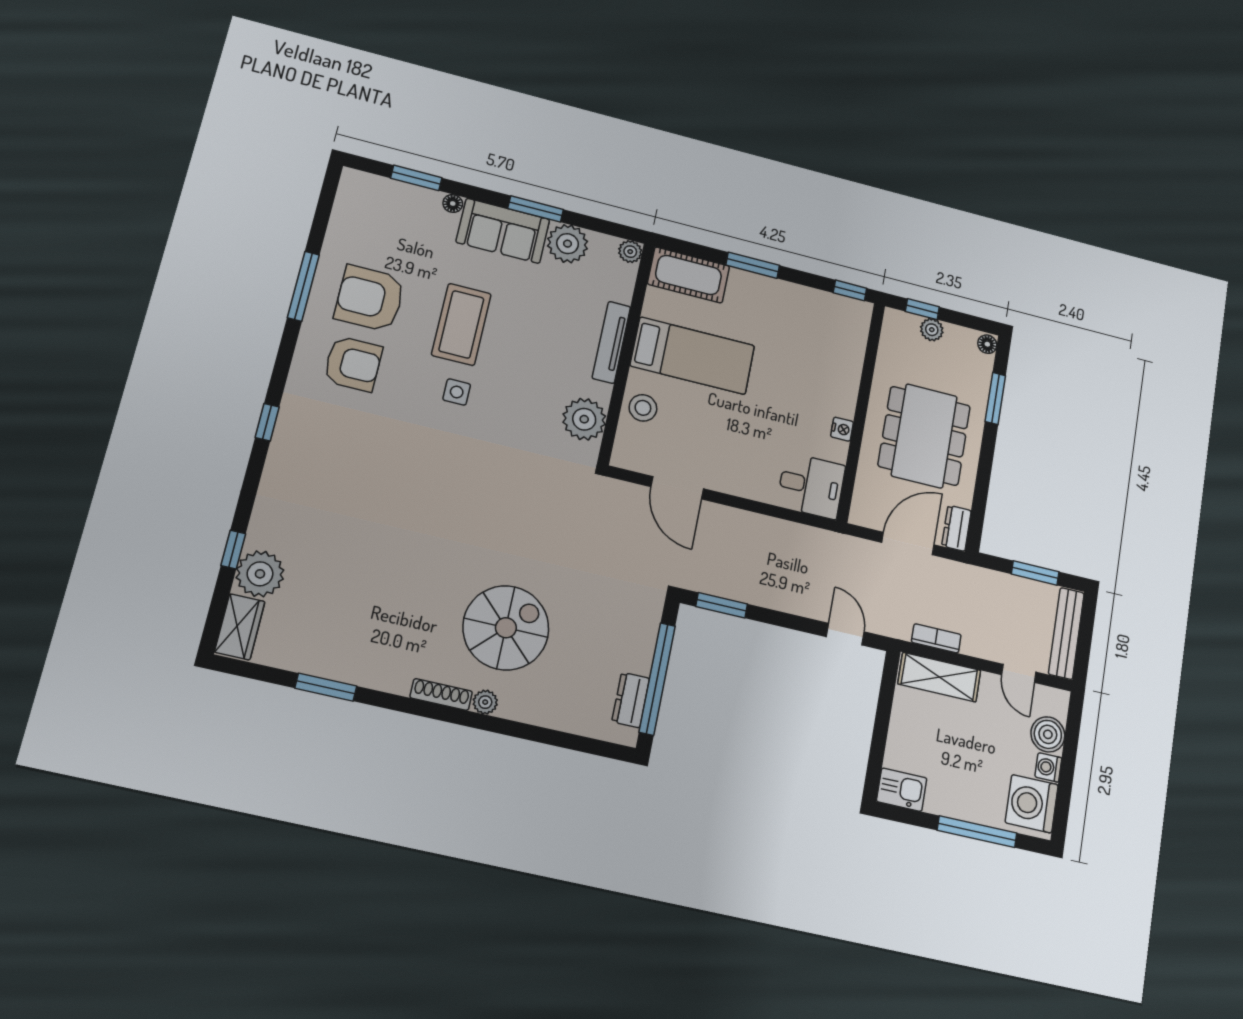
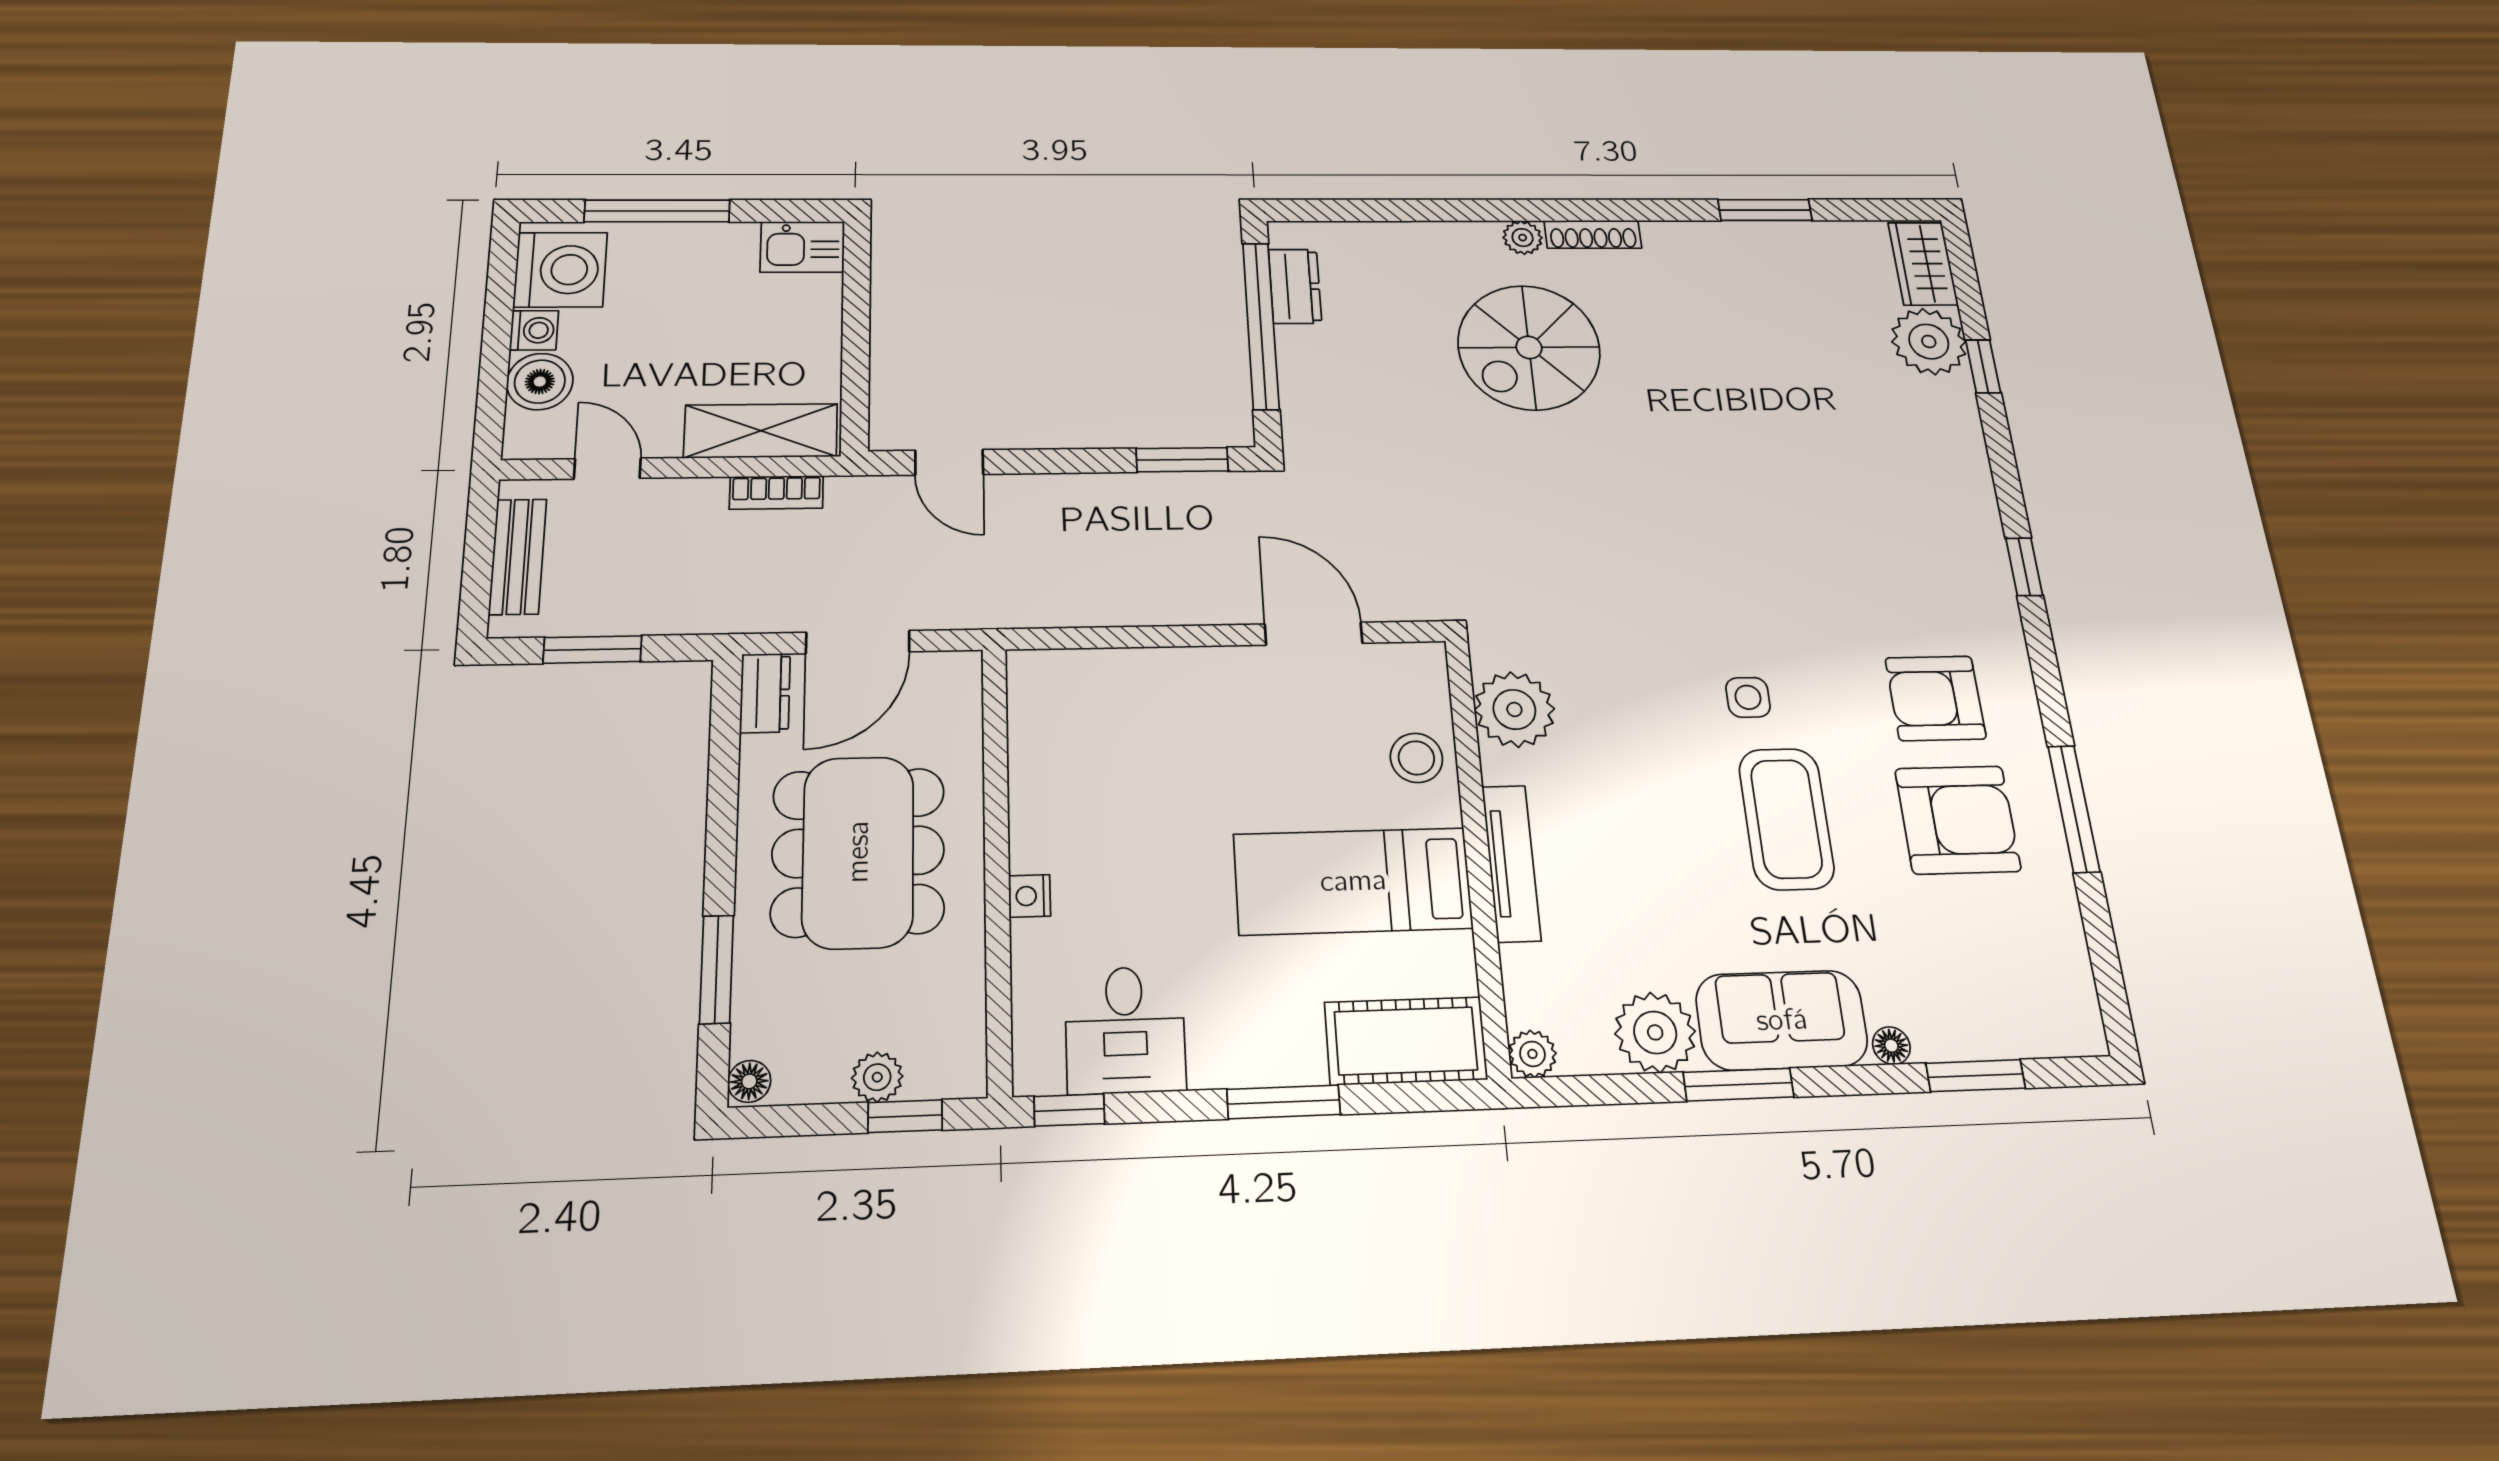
nightstand: (842, 429) -> (1030, 896), moved
desk: (811, 486) -> (1125, 1030), moved, turned -90
bench: (1066, 633) -> (518, 557), width x0.73

